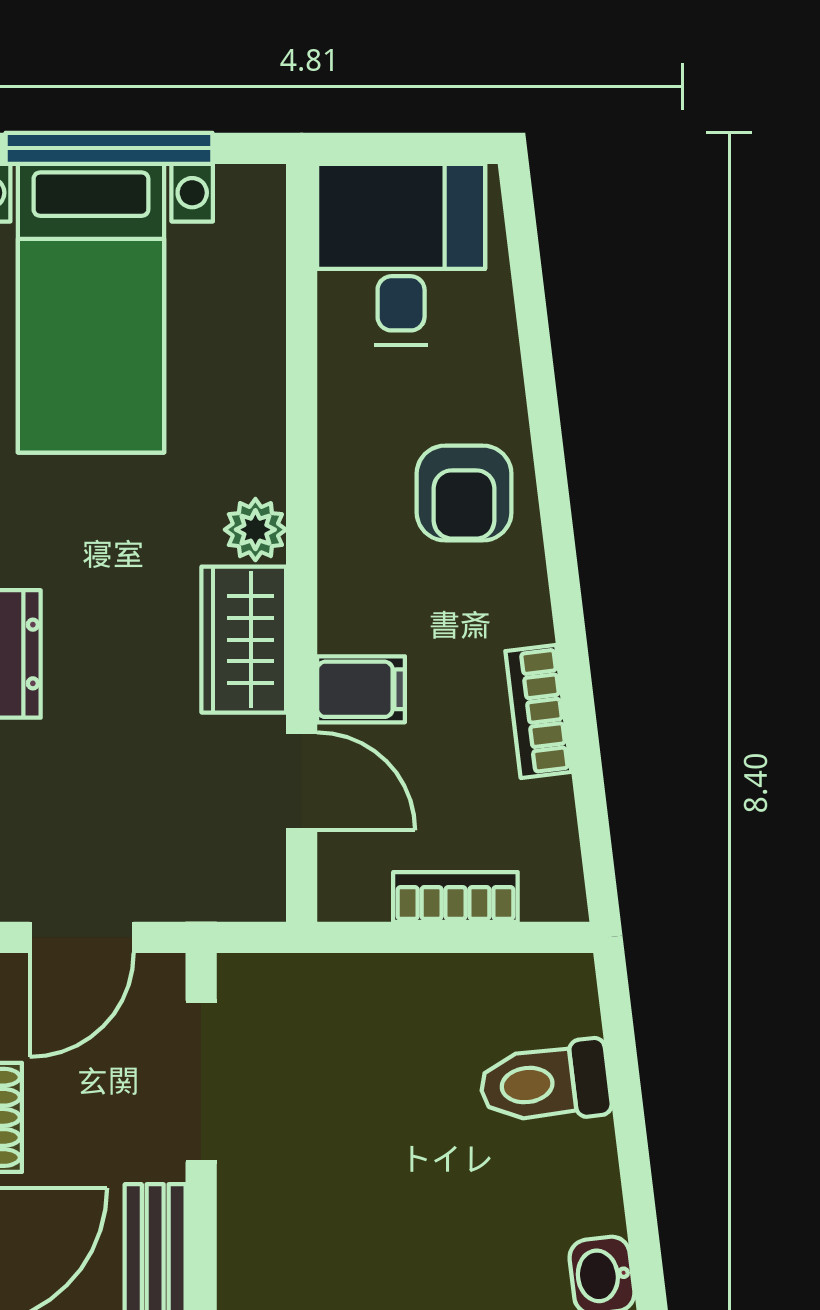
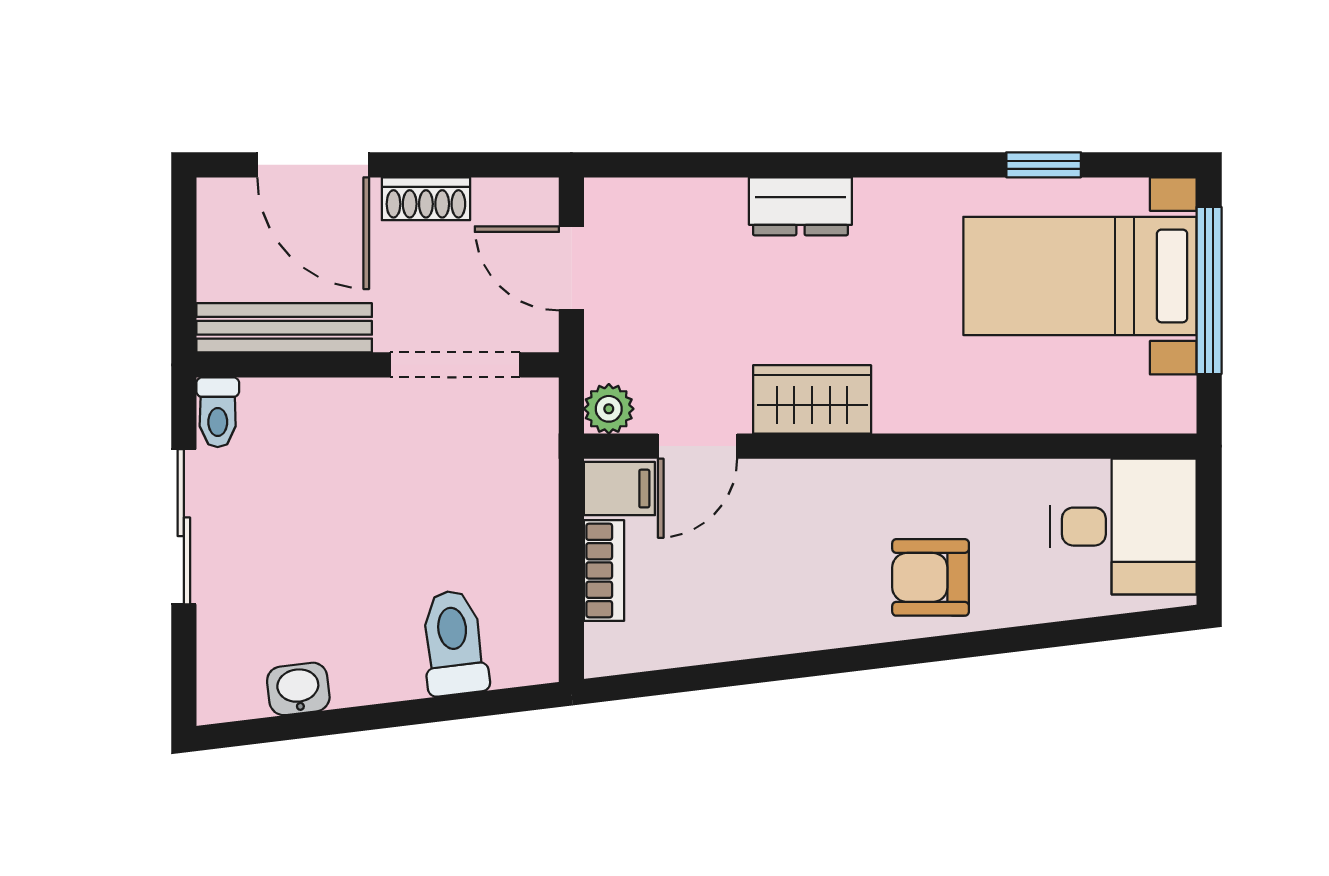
plant: (255, 530) -> (609, 409), moved
filing cabinet: (361, 689) -> (619, 489), moved, turned -90
bookcase: (538, 711) -> (754, 637), removed

